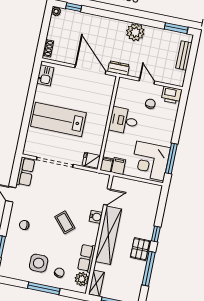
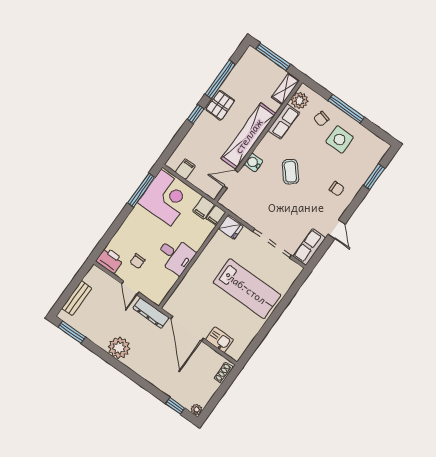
dresser: (119, 68) -> (151, 313), width x1.44
kitchen sink: (45, 75) -> (219, 340), moved, turned 90
filing cabinet: (145, 189) -> (185, 169), added

